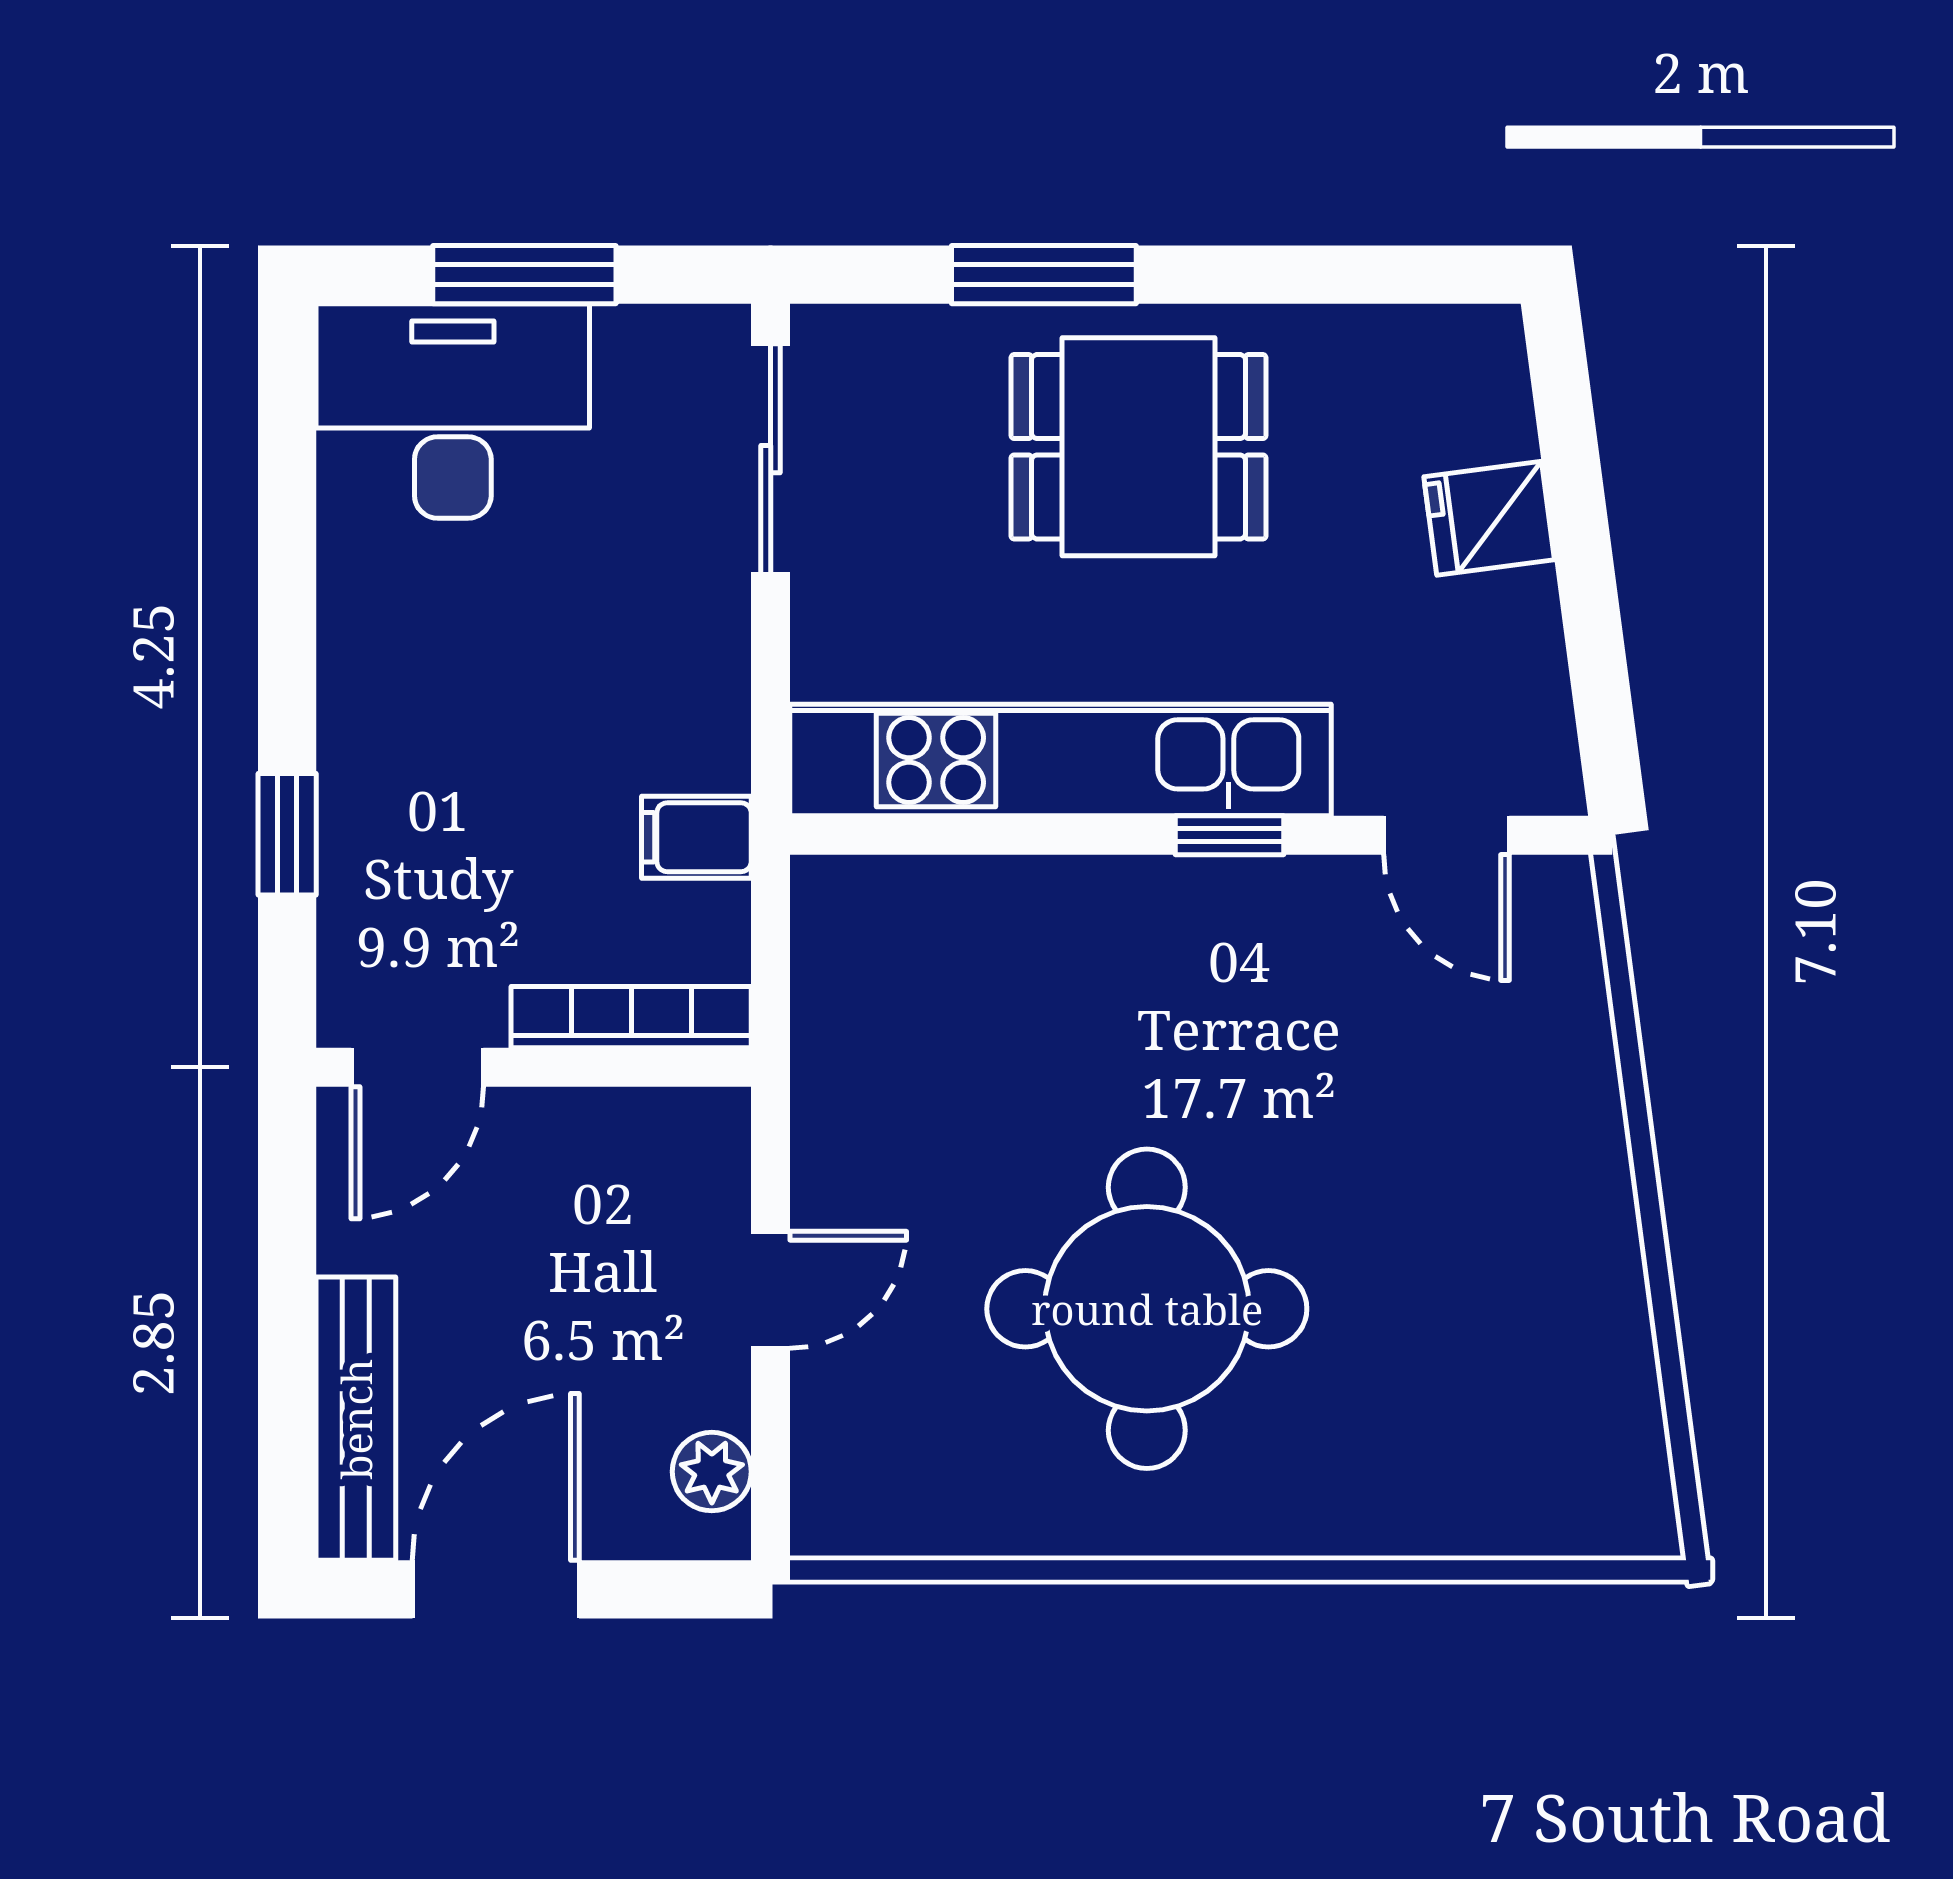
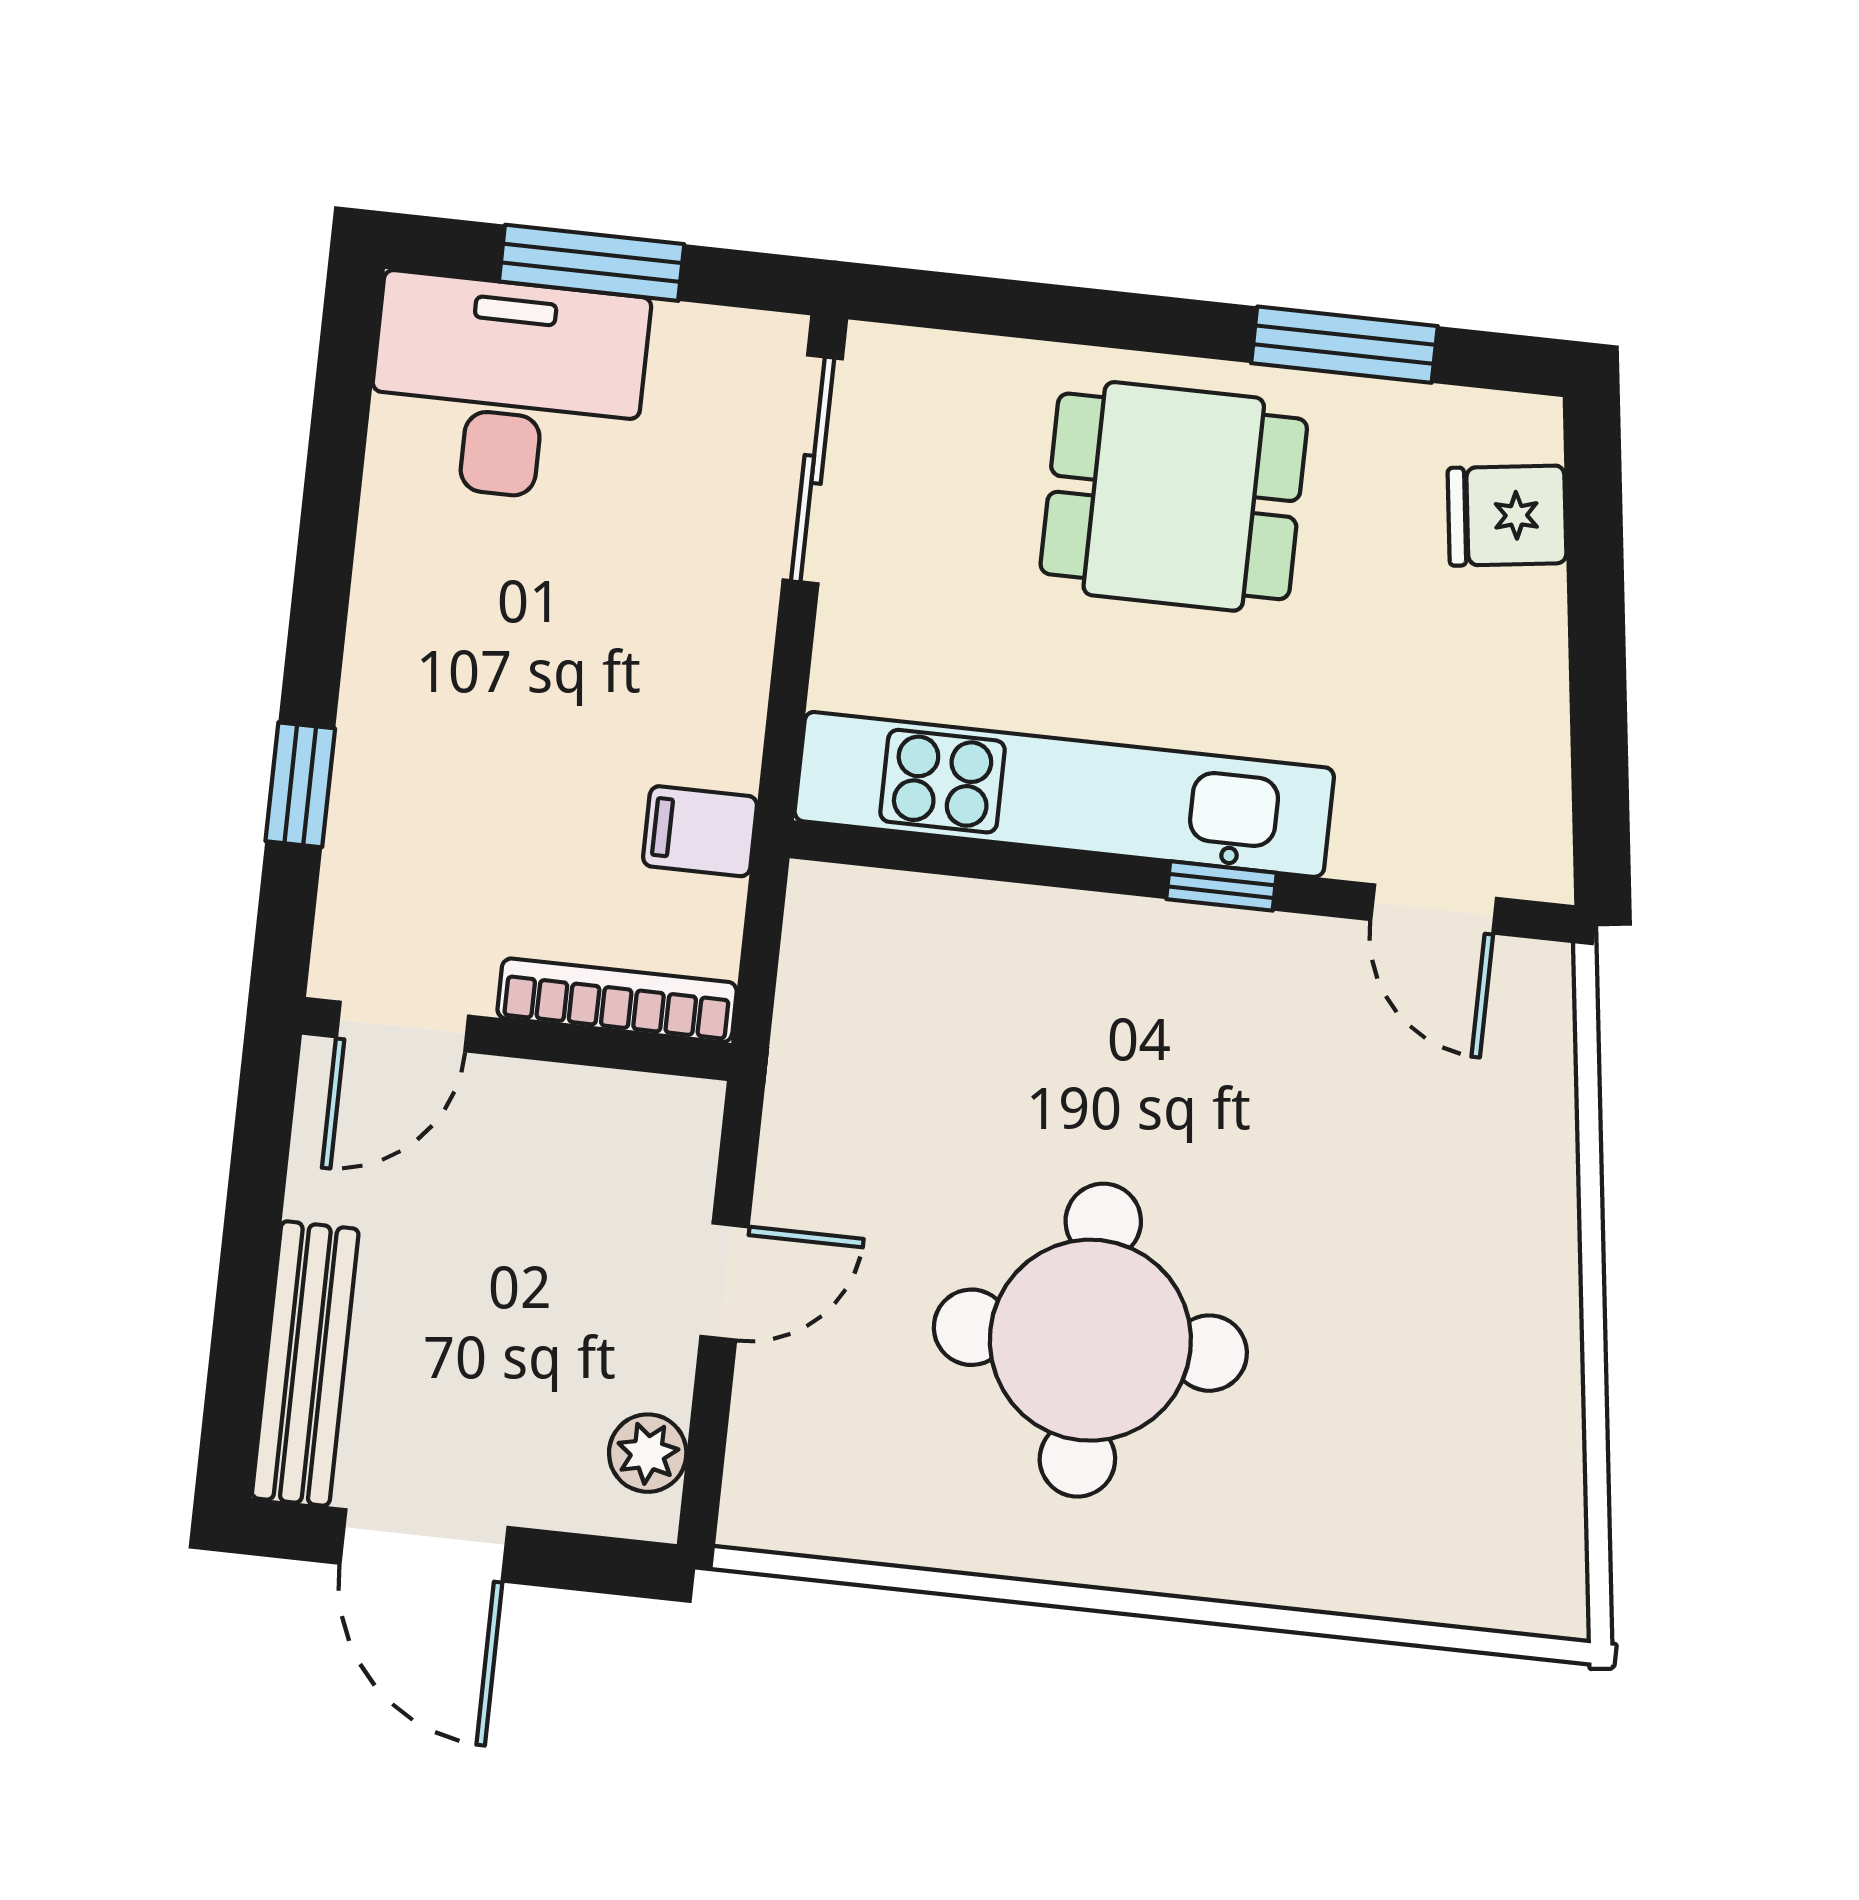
window: (1044, 275) -> (1344, 345), moved
fridge: (1489, 518) -> (1507, 516), moved
door: (496, 1589) -> (424, 1545), swing flipped

